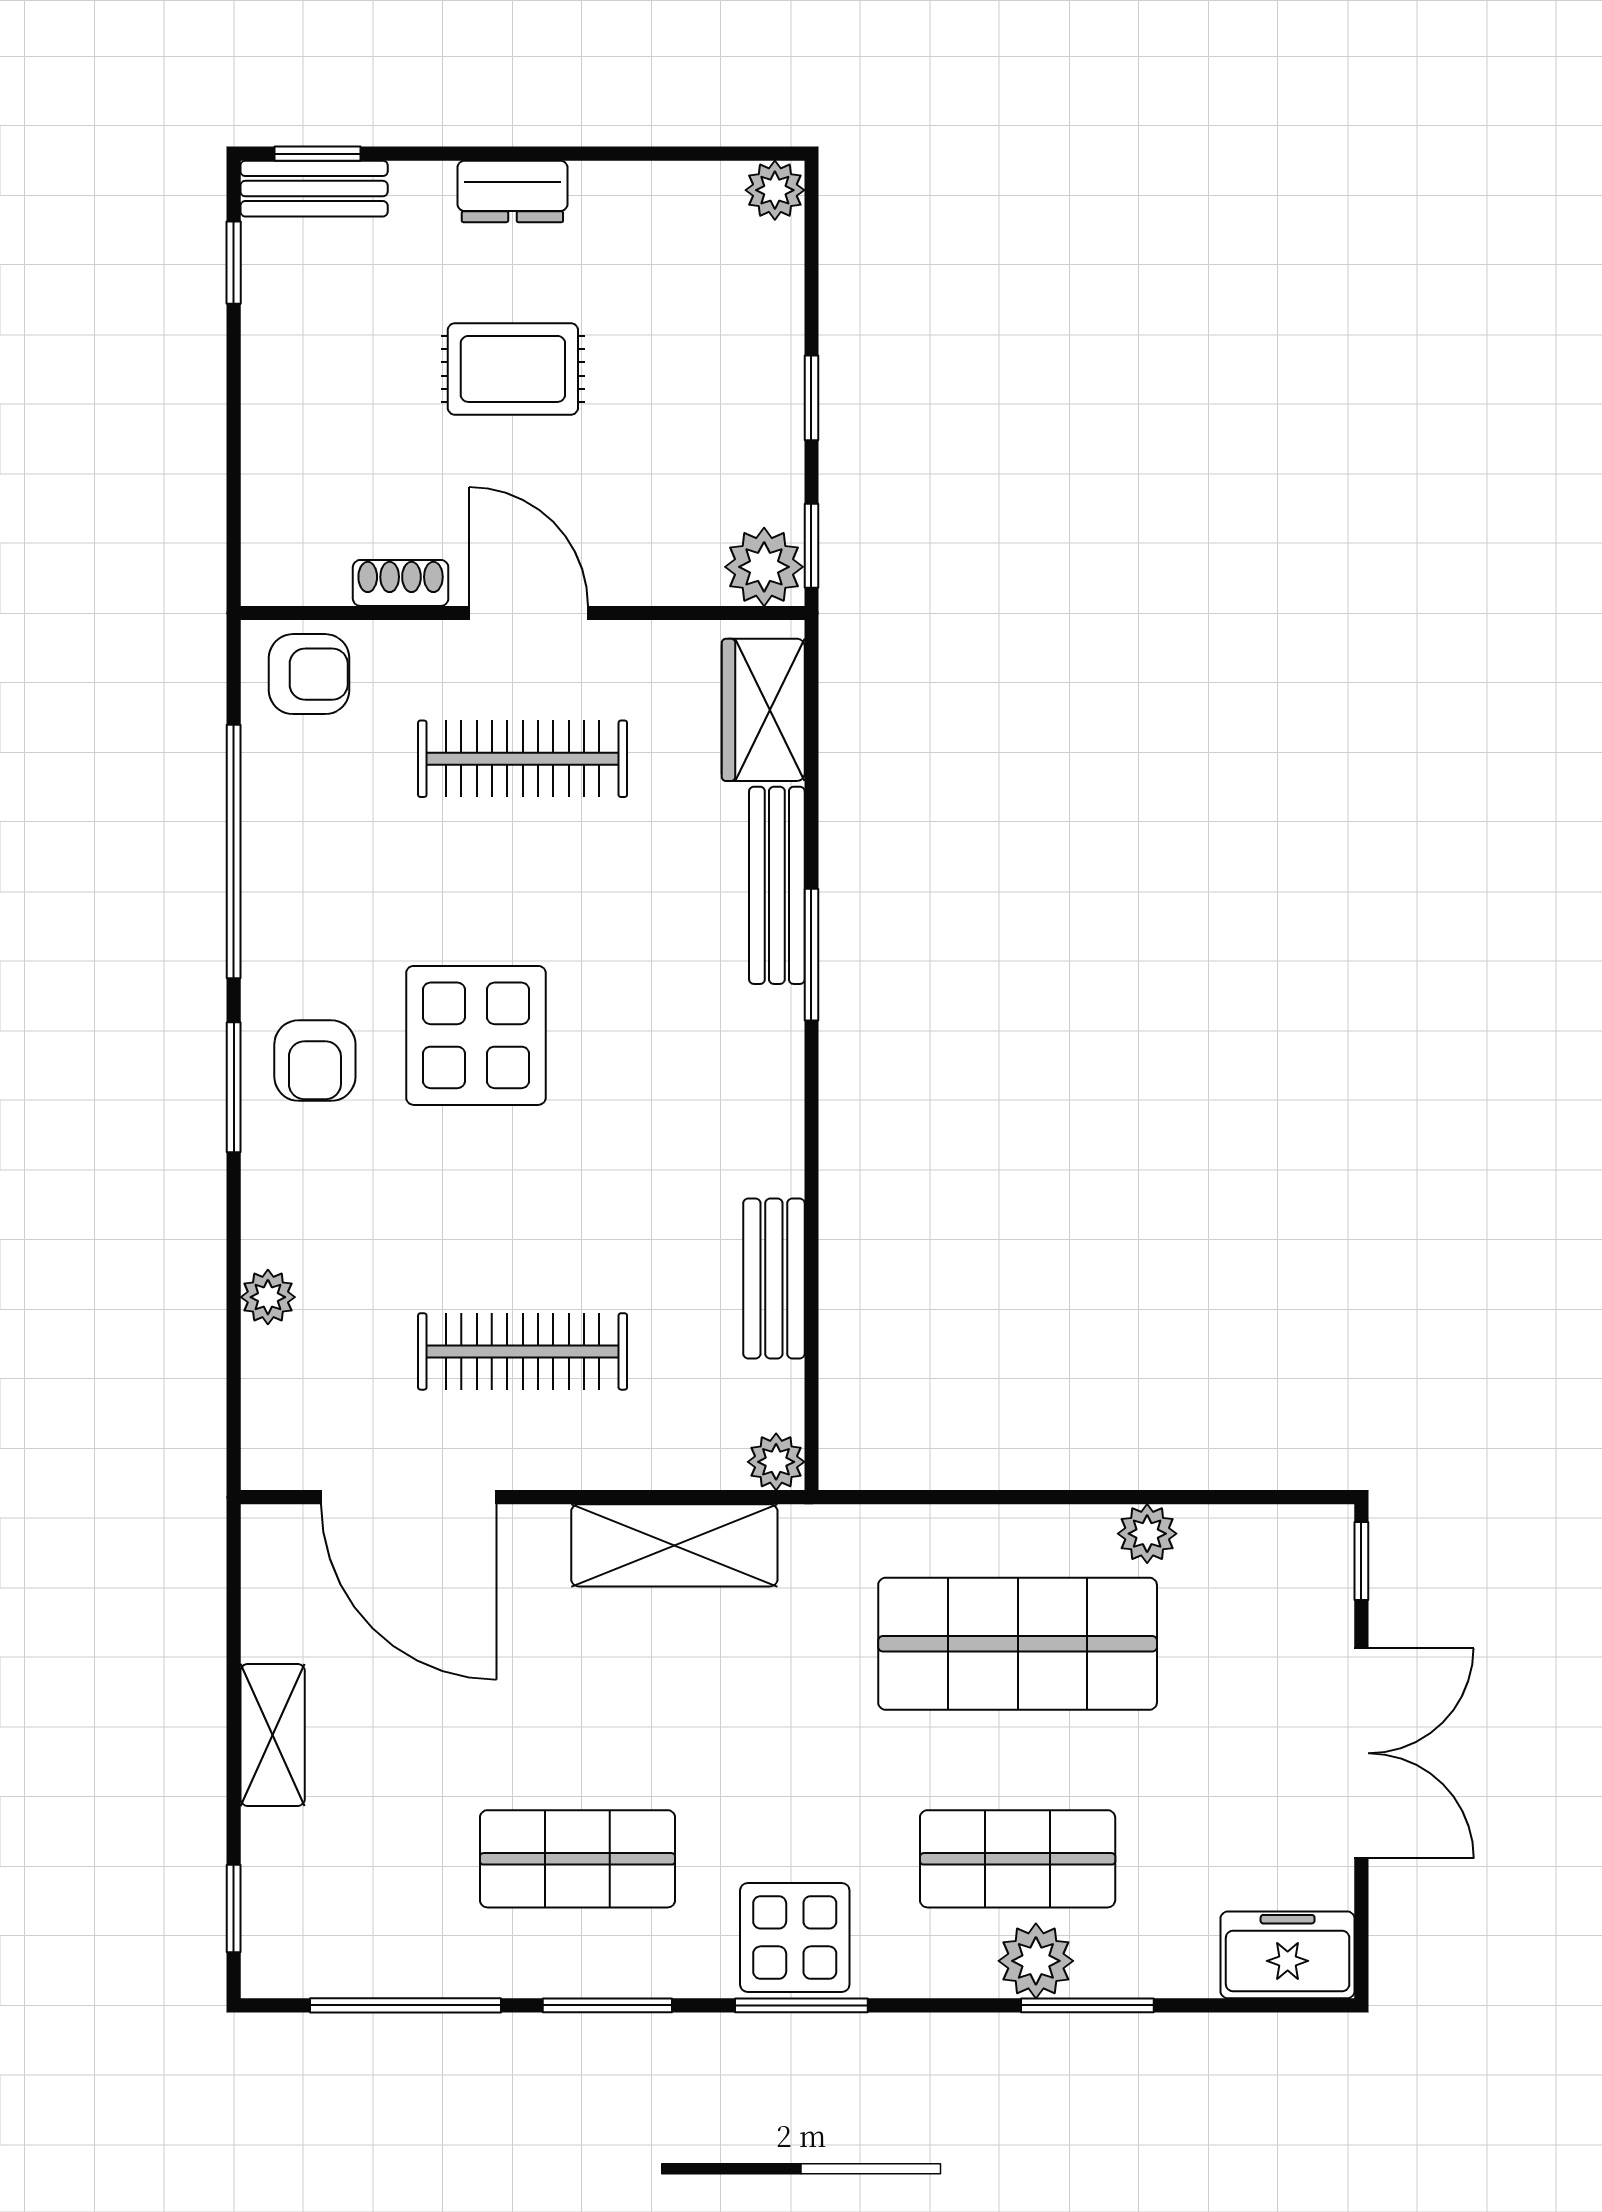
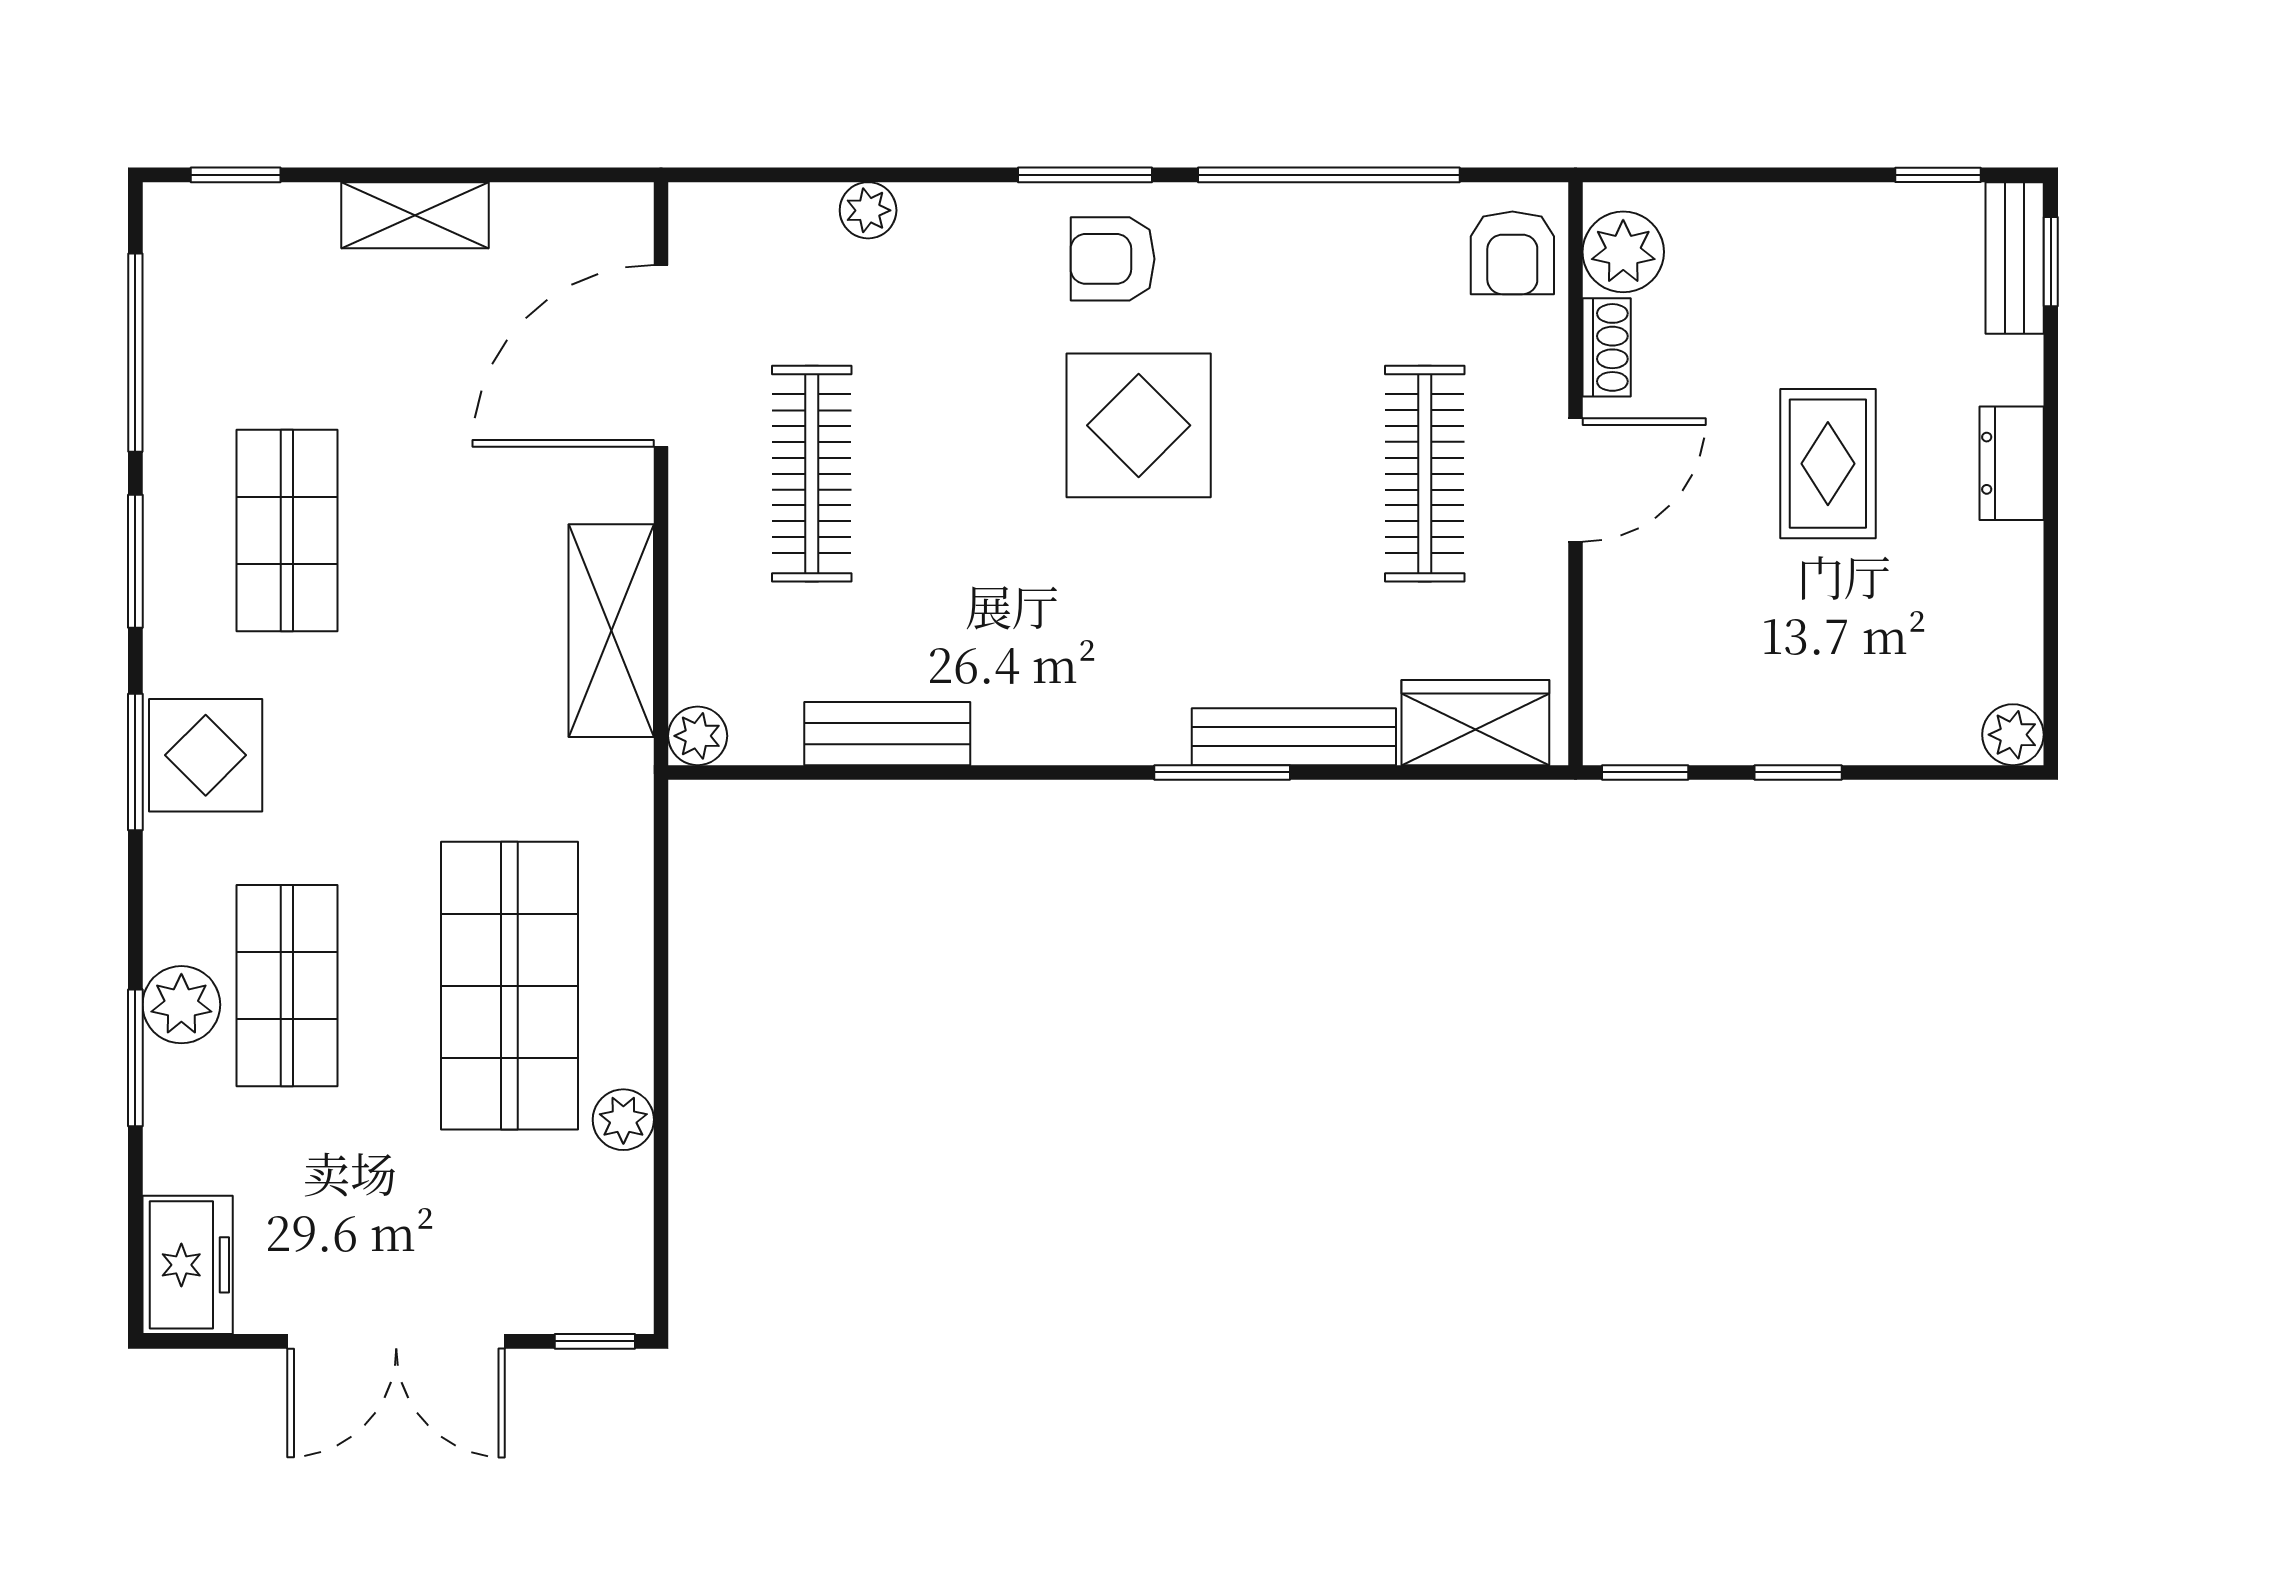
plant: (764, 567) -> (1623, 252), moved

